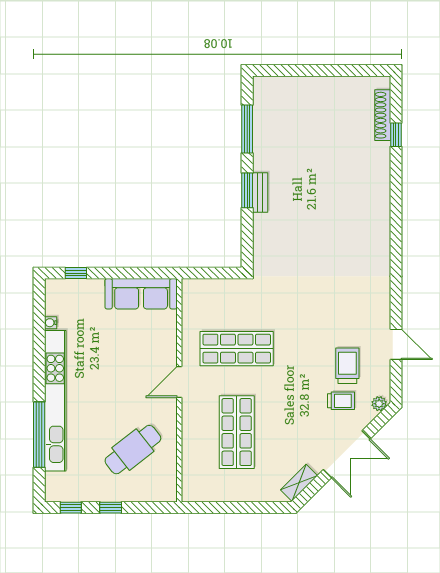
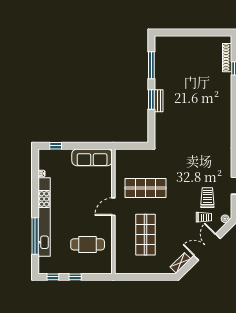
cafe table: (133, 450) -> (88, 244), turned 38
double door: (347, 454) -> (207, 247), swing flipped

